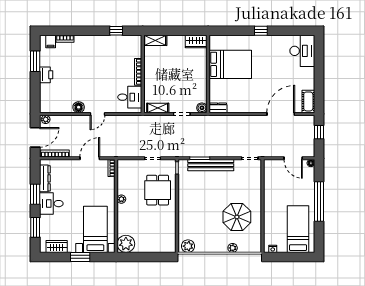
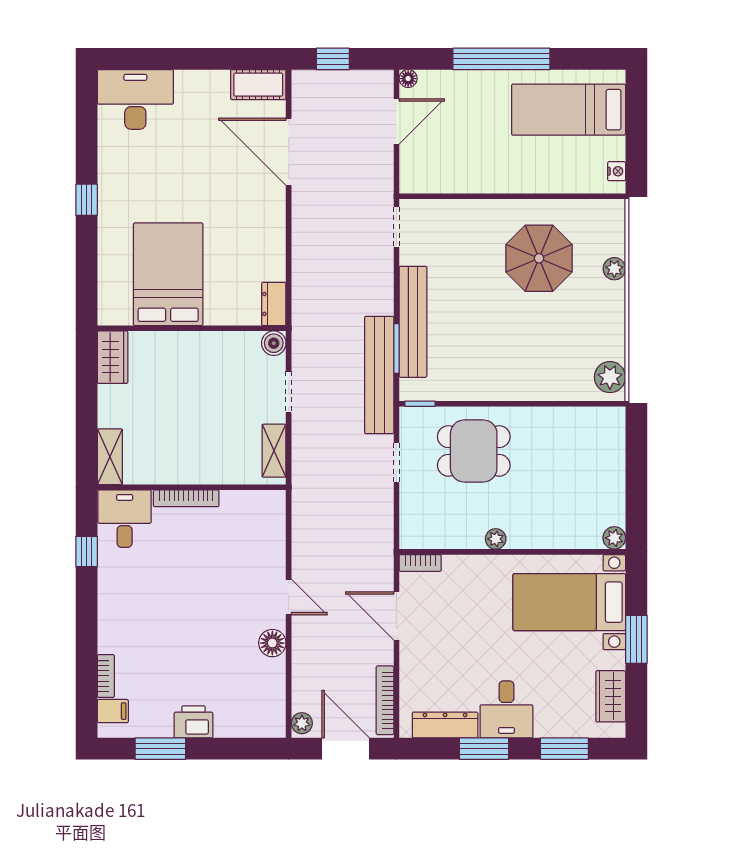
desk: (130, 97) -> (125, 519), moved
bench: (189, 151) -> (379, 375), added
plant: (126, 244) -> (614, 538), width x0.53, depth x0.53

